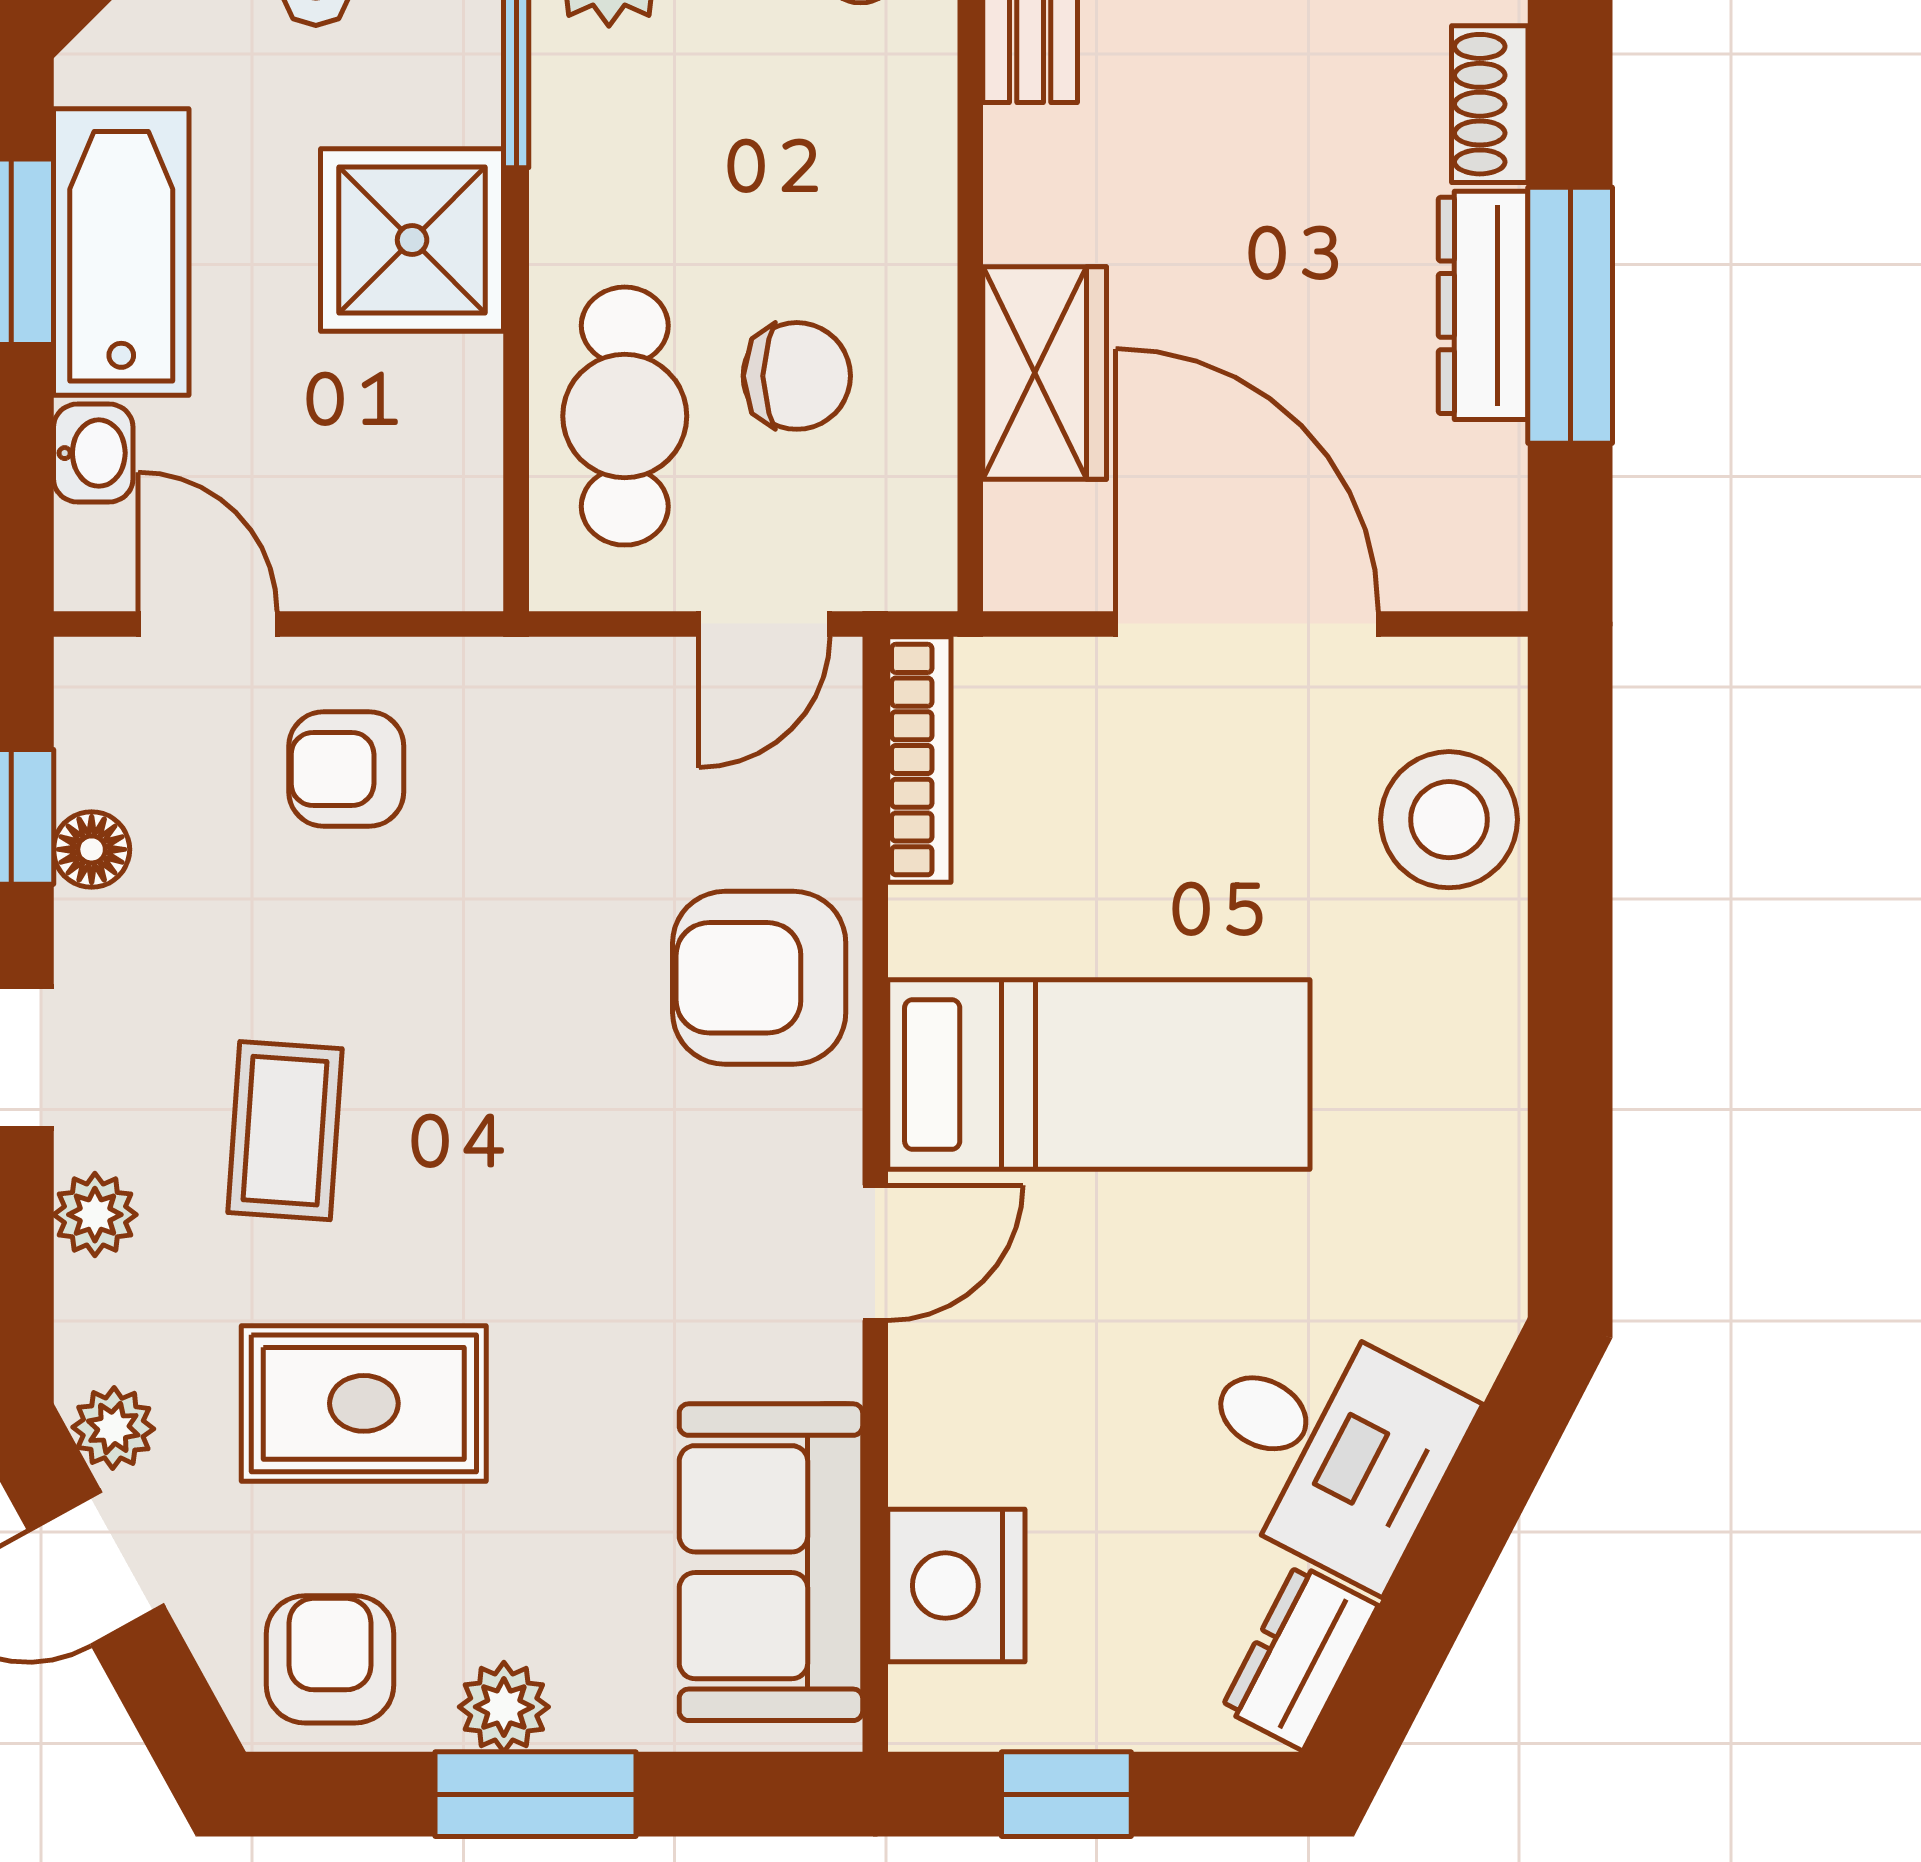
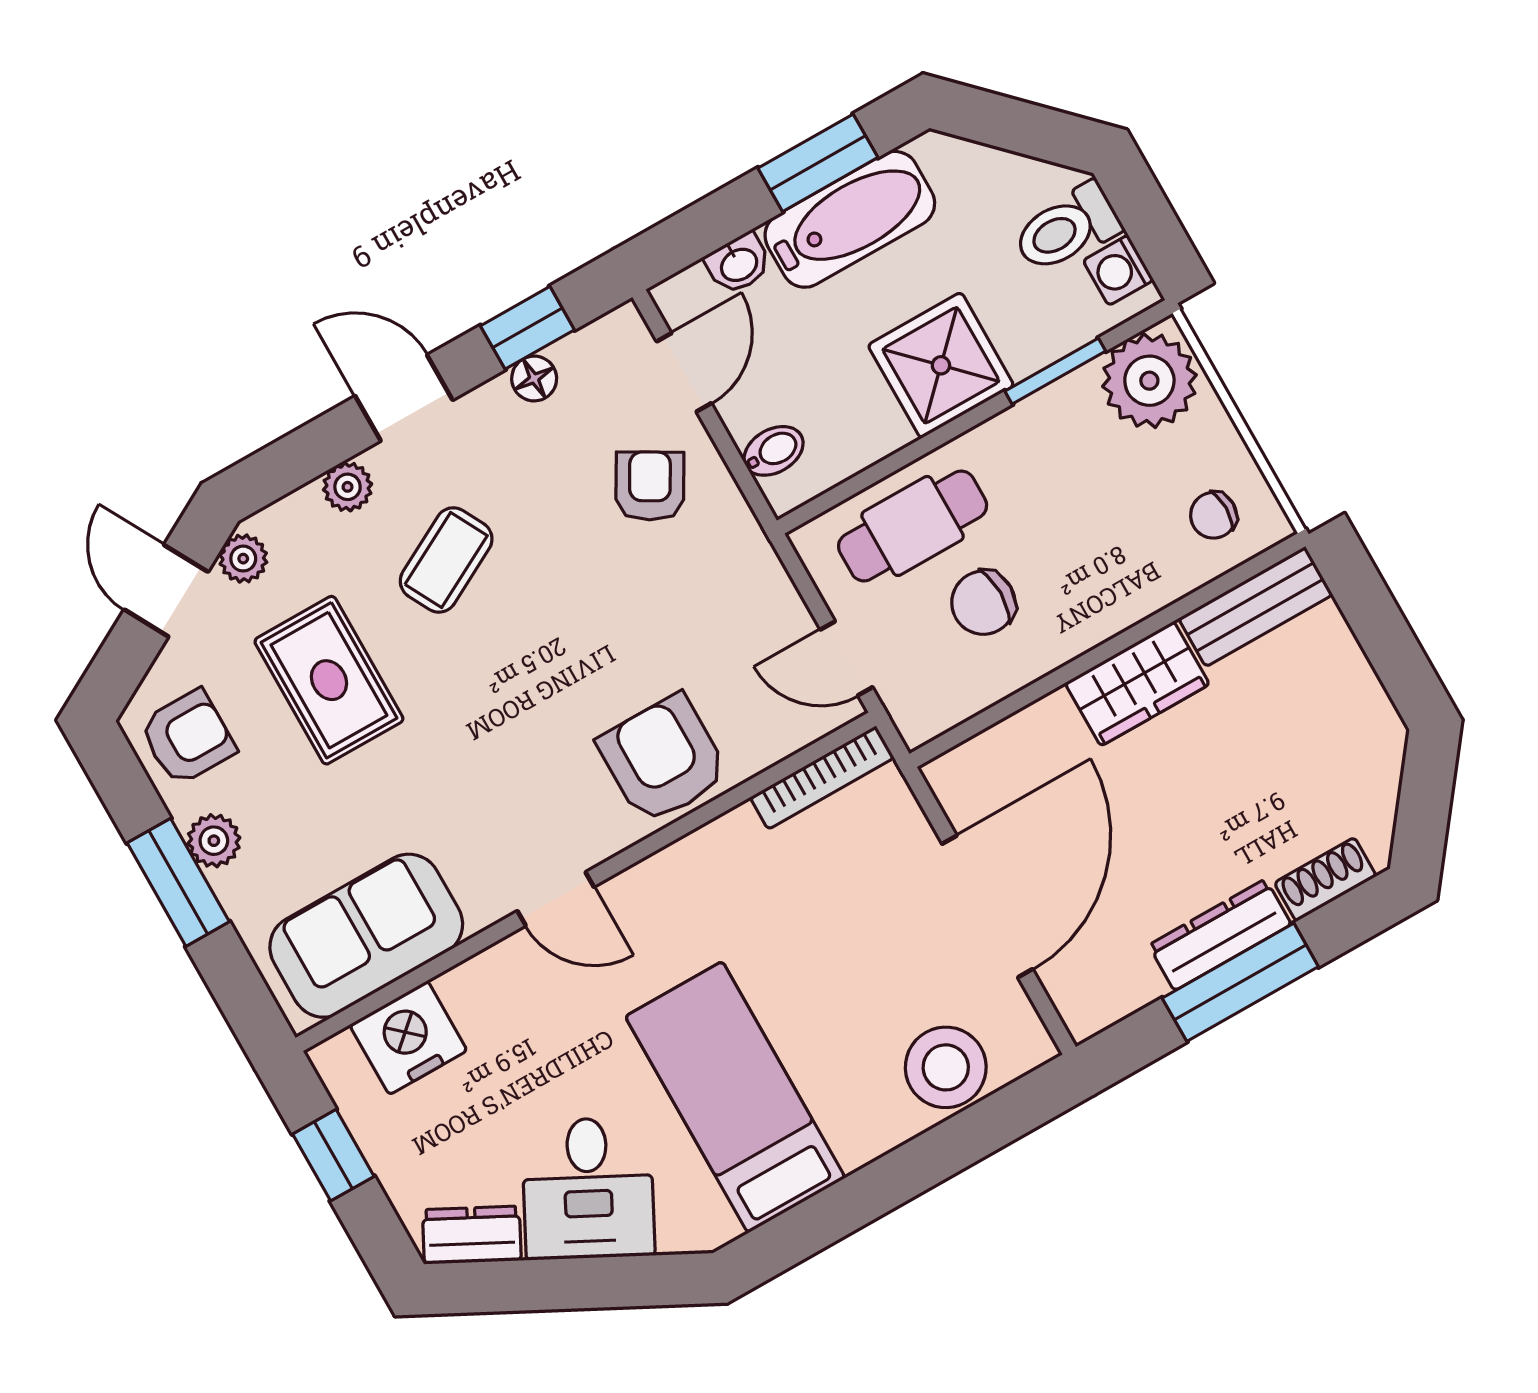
wardrobe: (1045, 373) -> (1137, 684), moved
chair: (797, 376) -> (983, 603), turned 90
bidet: (398, 558) -> (774, 451), added
armchair: (346, 769) -> (650, 486), turned 30
bed: (1099, 1074) -> (735, 1097), moved, turned 180
coffee table: (285, 1131) -> (446, 560), turned -32

